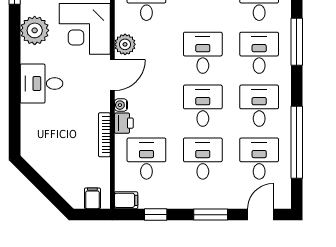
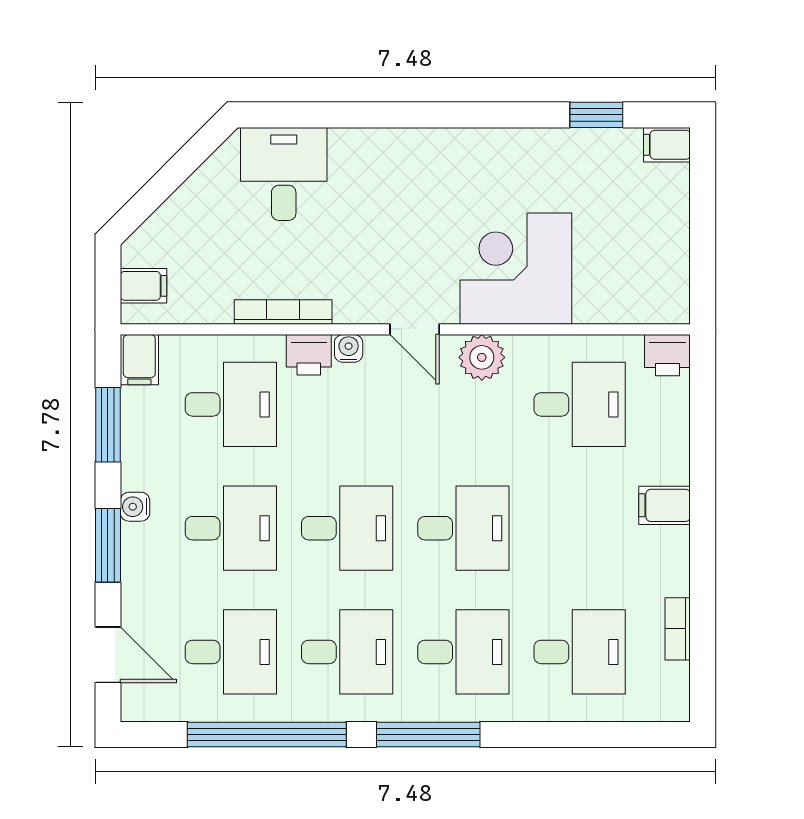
plant: (35, 30) -> (512, 159), removed
window: (297, 42) -> (428, 734), moved
door: (112, 75) -> (415, 329), width x0.73
desk: (42, 84) -> (284, 174), moved
water cooler: (193, 202) -> (135, 507), added
window: (156, 215) -> (108, 425), width x1.50

